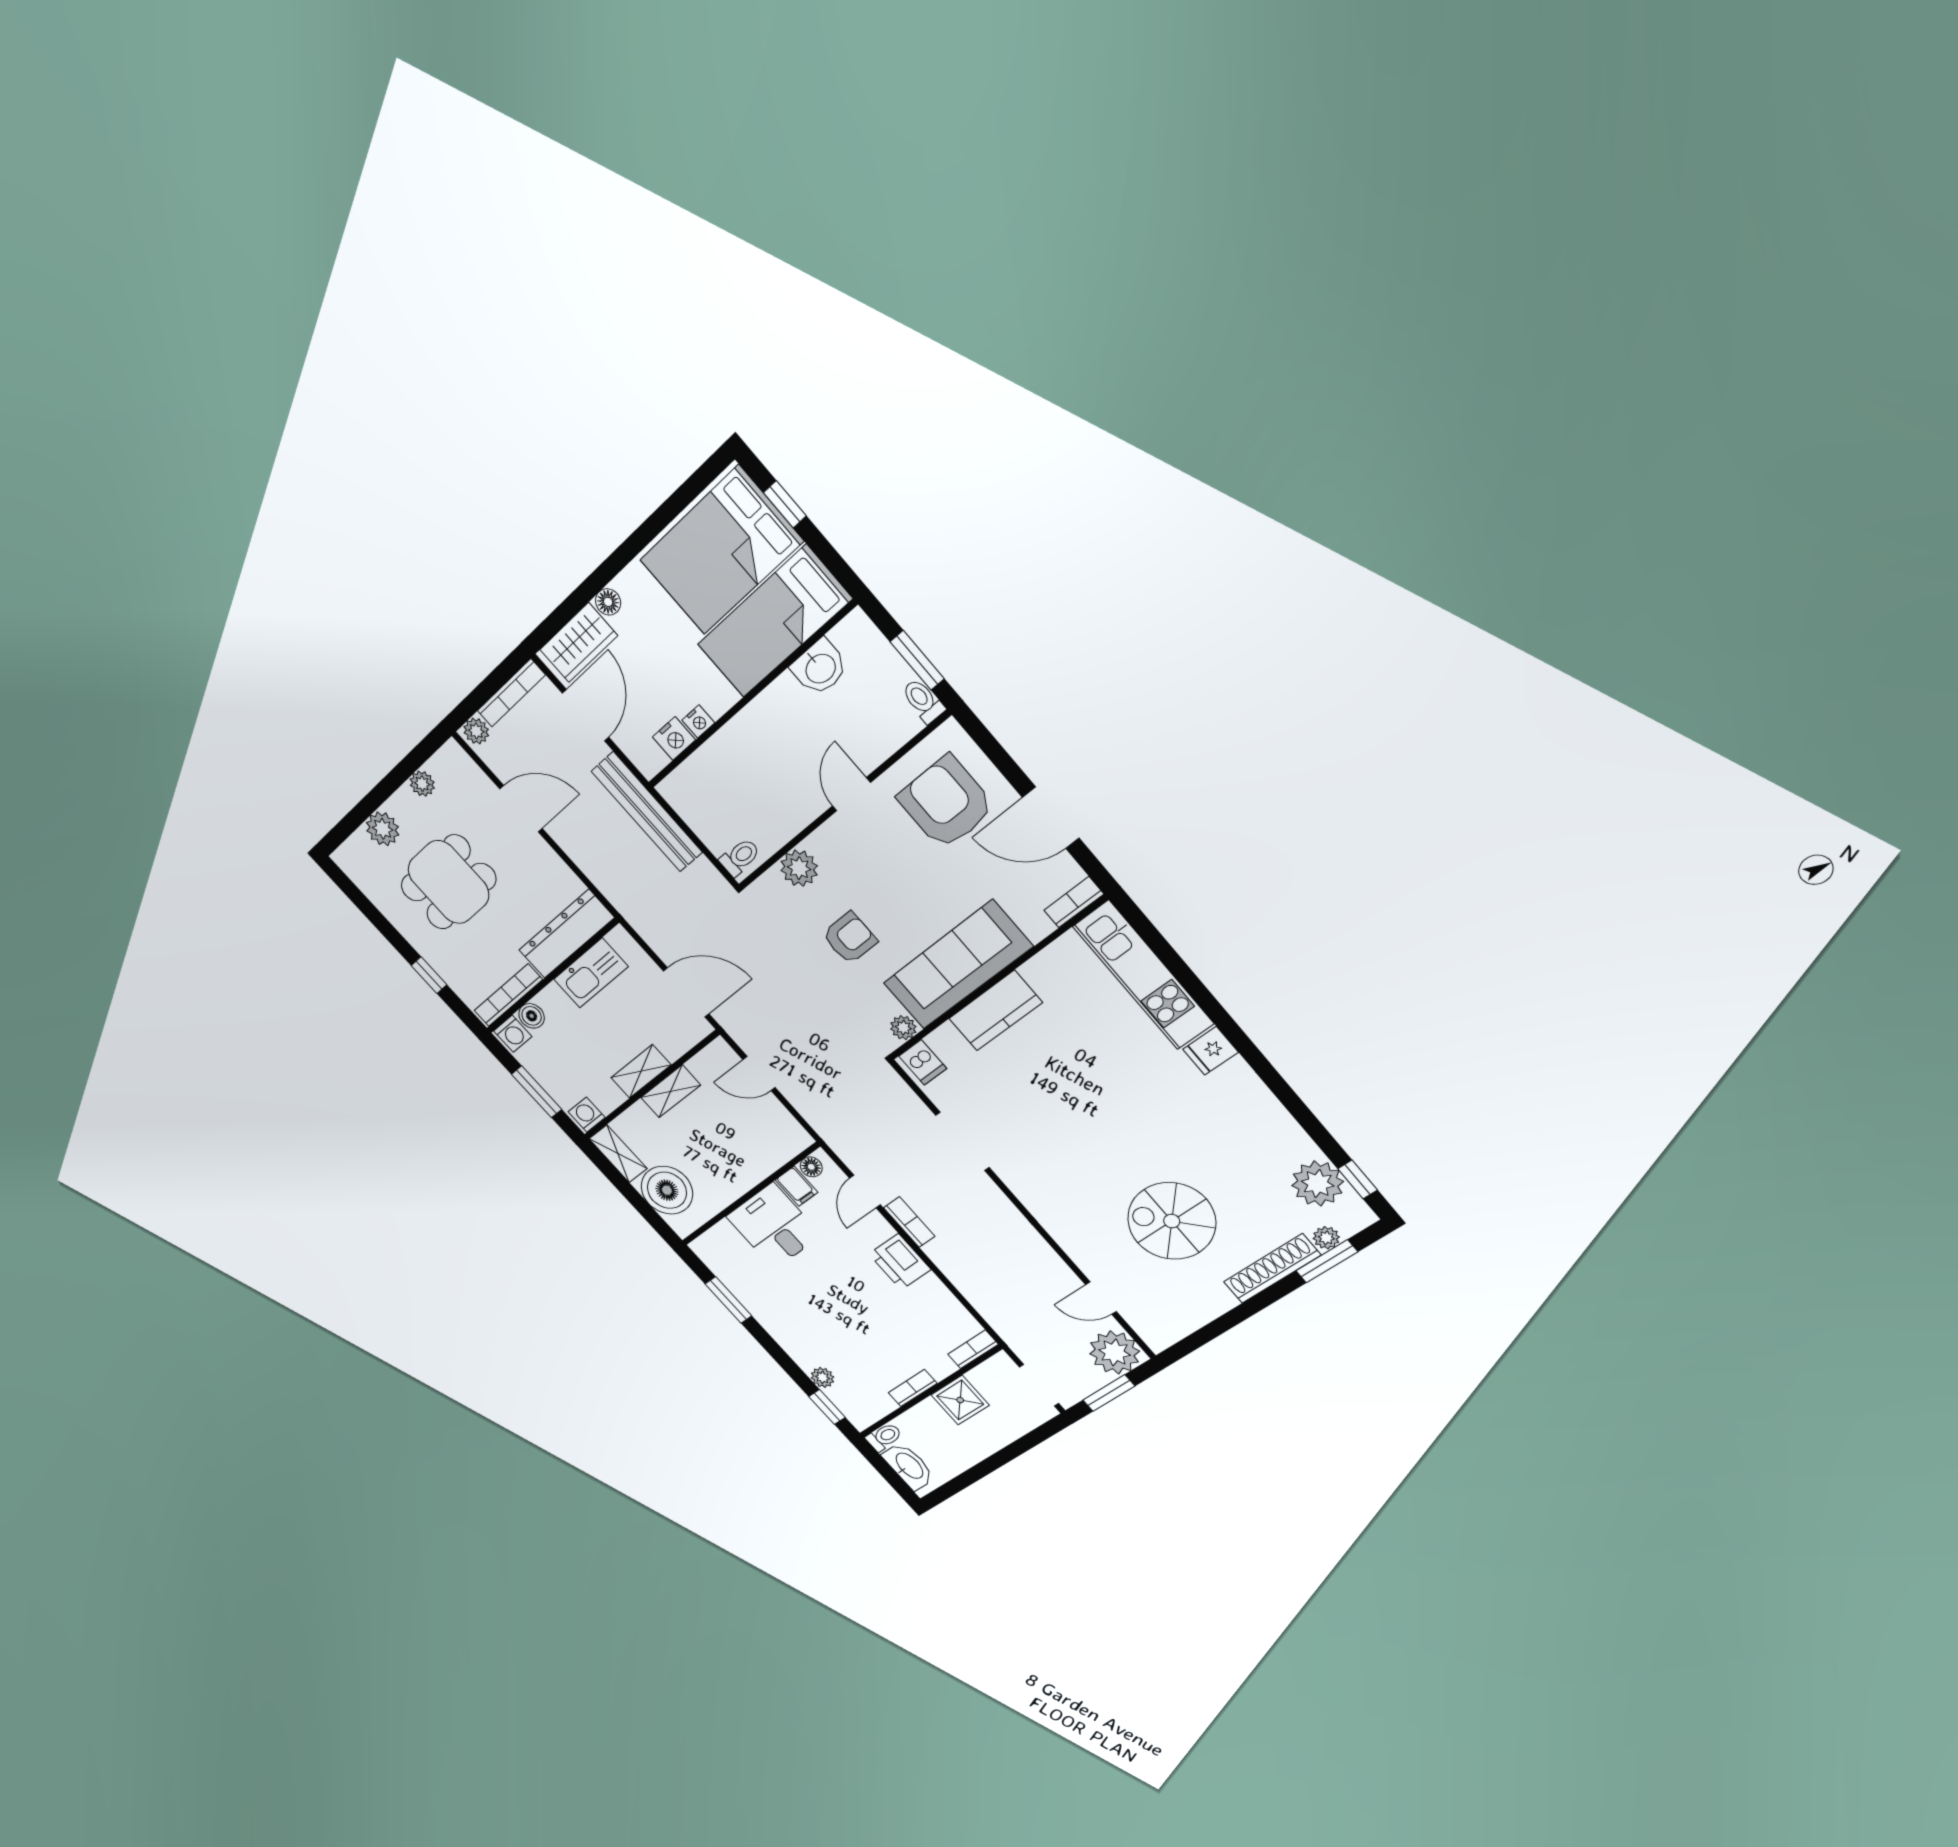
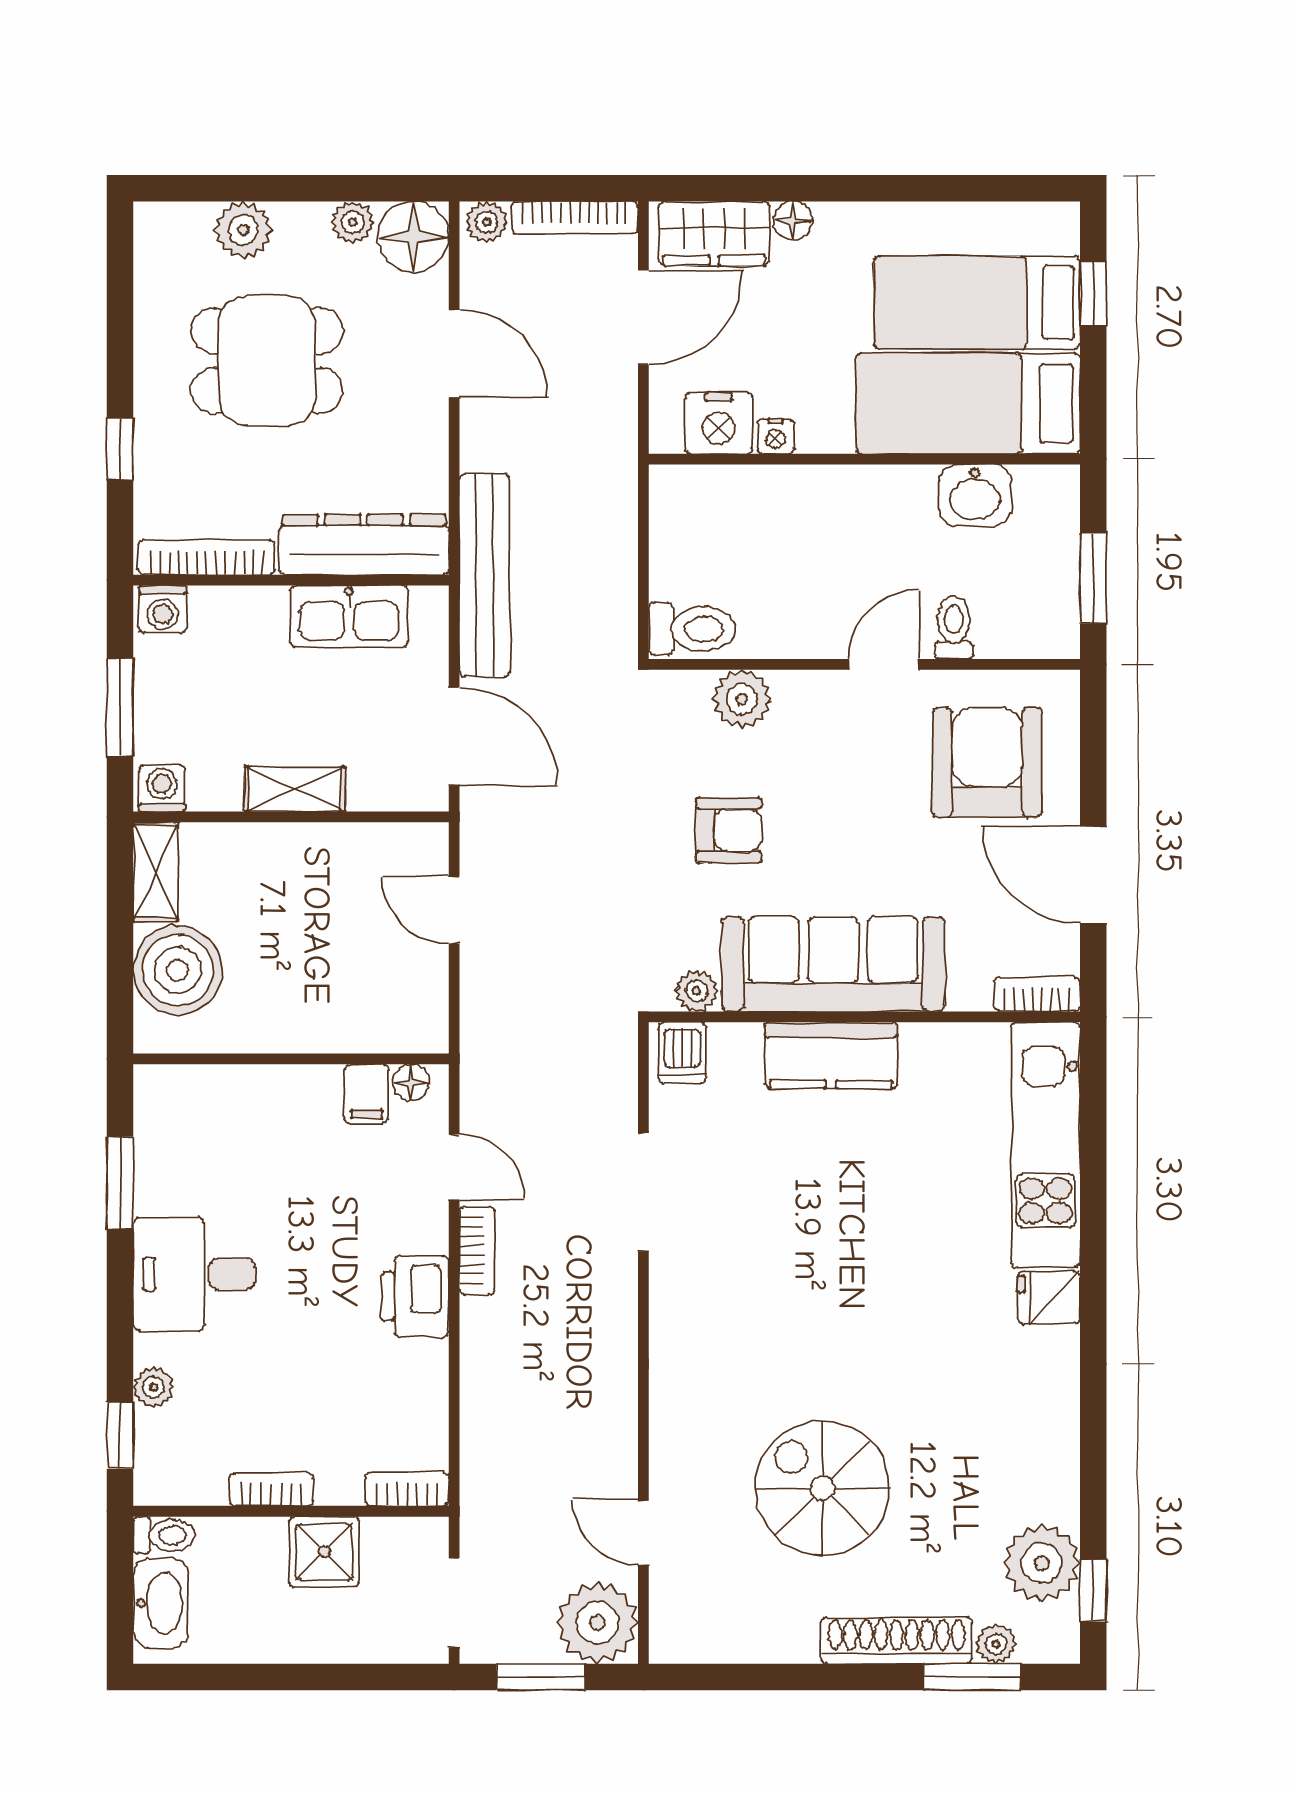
bed: (721, 551) -> (977, 302), width x0.67
toilet: (923, 701) -> (954, 628), moved
nightstand: (674, 738) -> (719, 423), width x1.36, depth x1.33
floor lamp: (453, 767) -> (413, 237), added
bench: (647, 812) -> (485, 575), moved
toilet: (740, 857) -> (692, 629), width x1.37, depth x1.39
boiler: (532, 1016) -> (213, 607), removed
shelving: (671, 1091) -> (311, 845), removed
door: (865, 1192) -> (454, 1167), swing flipped
desk: (774, 1226) -> (194, 1274), moved, turned -90

